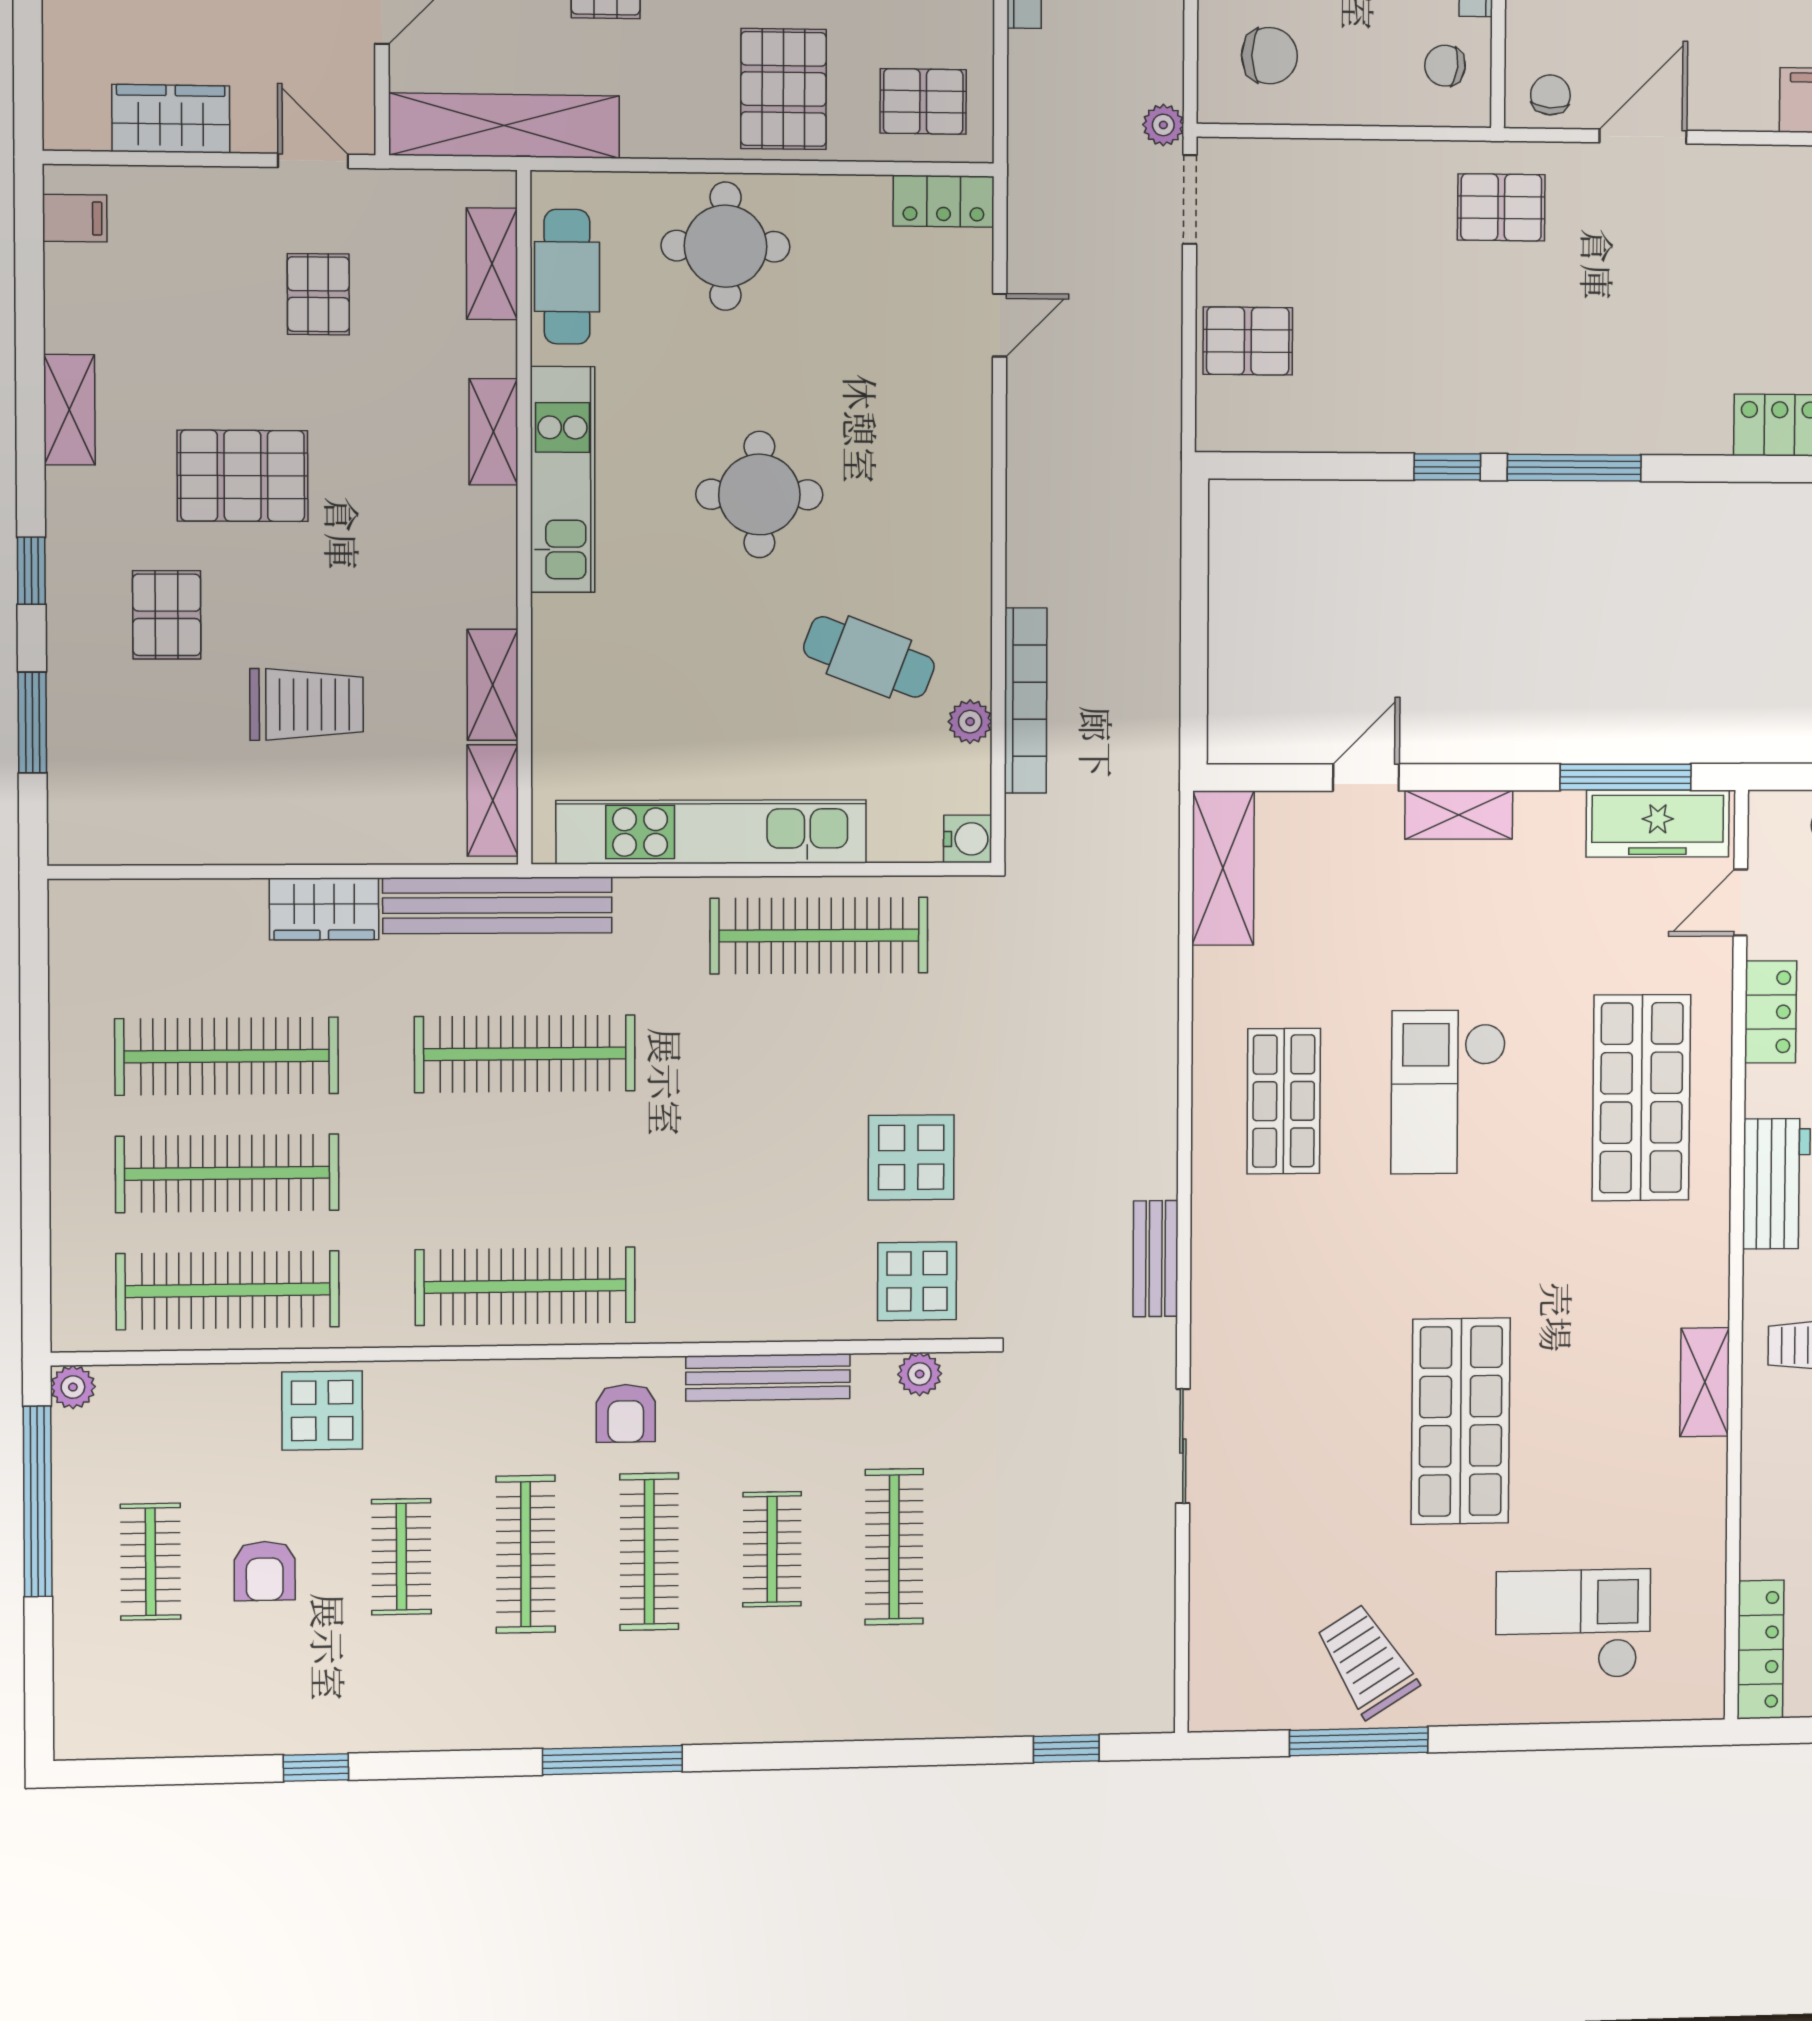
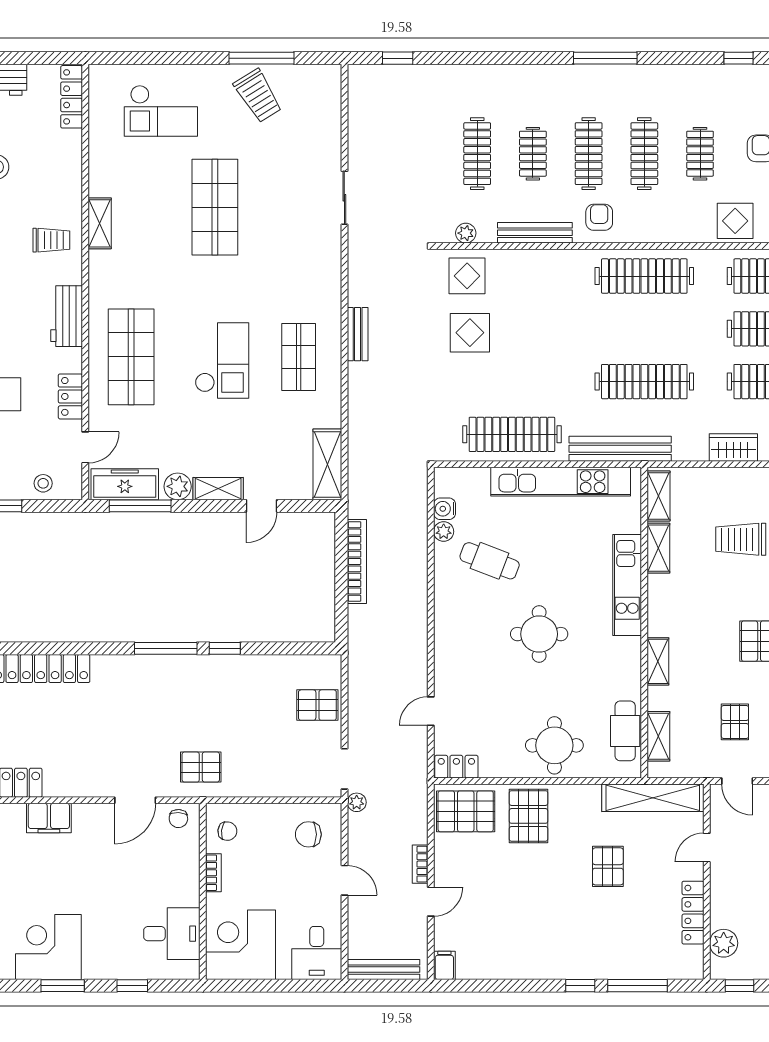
pallet: (923, 101) -> (466, 811), width x1.50, depth x1.42
kitchen unit: (563, 479) -> (627, 585), moved
bookcase: (1026, 701) -> (357, 561), moved, turned 180
plant: (1545, 819) -> (178, 486), added
water cooler: (968, 839) -> (445, 509), moved
bench: (497, 905) -> (620, 449), moved
bench: (1156, 1259) -> (358, 334), moved

